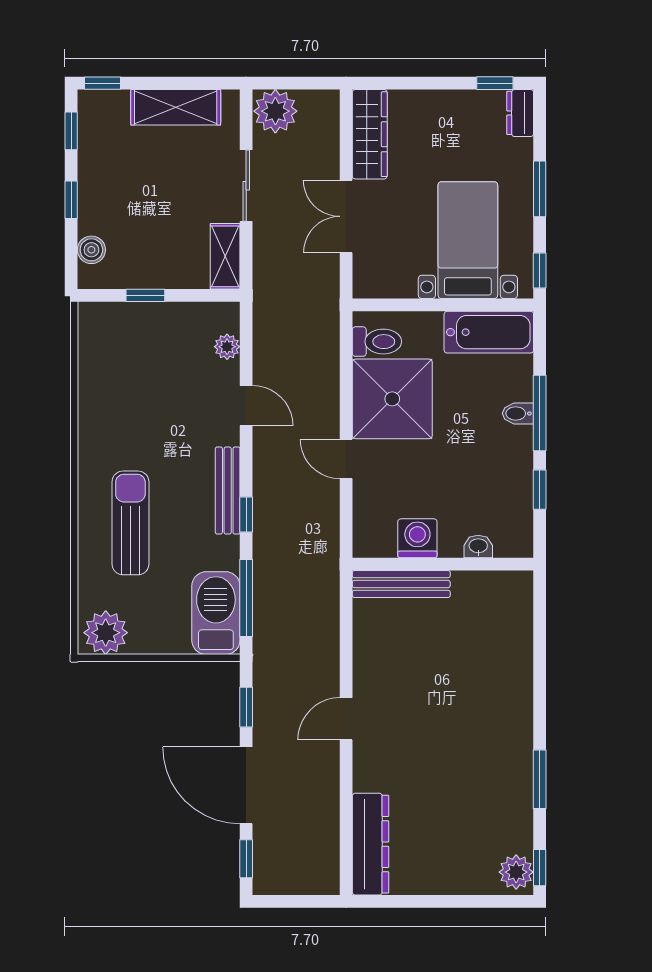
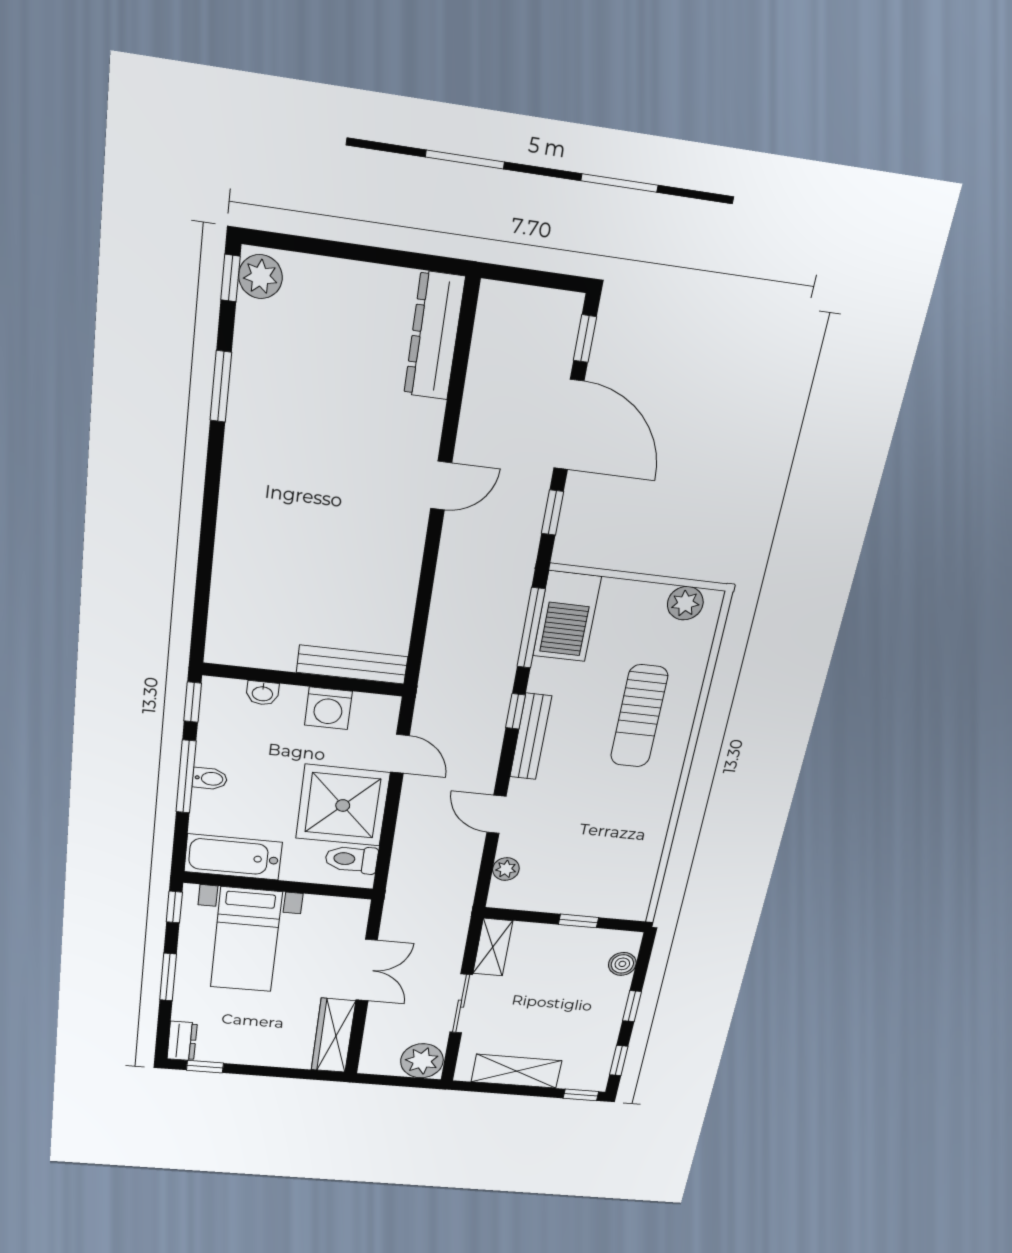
washing machine: (417, 538) -> (328, 708), moved
washbasin: (478, 546) -> (263, 693), moved
wall: (443, 564) -> (304, 680), moved
bench: (401, 584) -> (352, 665), moved
plant: (106, 633) -> (685, 603), width x0.73, depth x0.73

